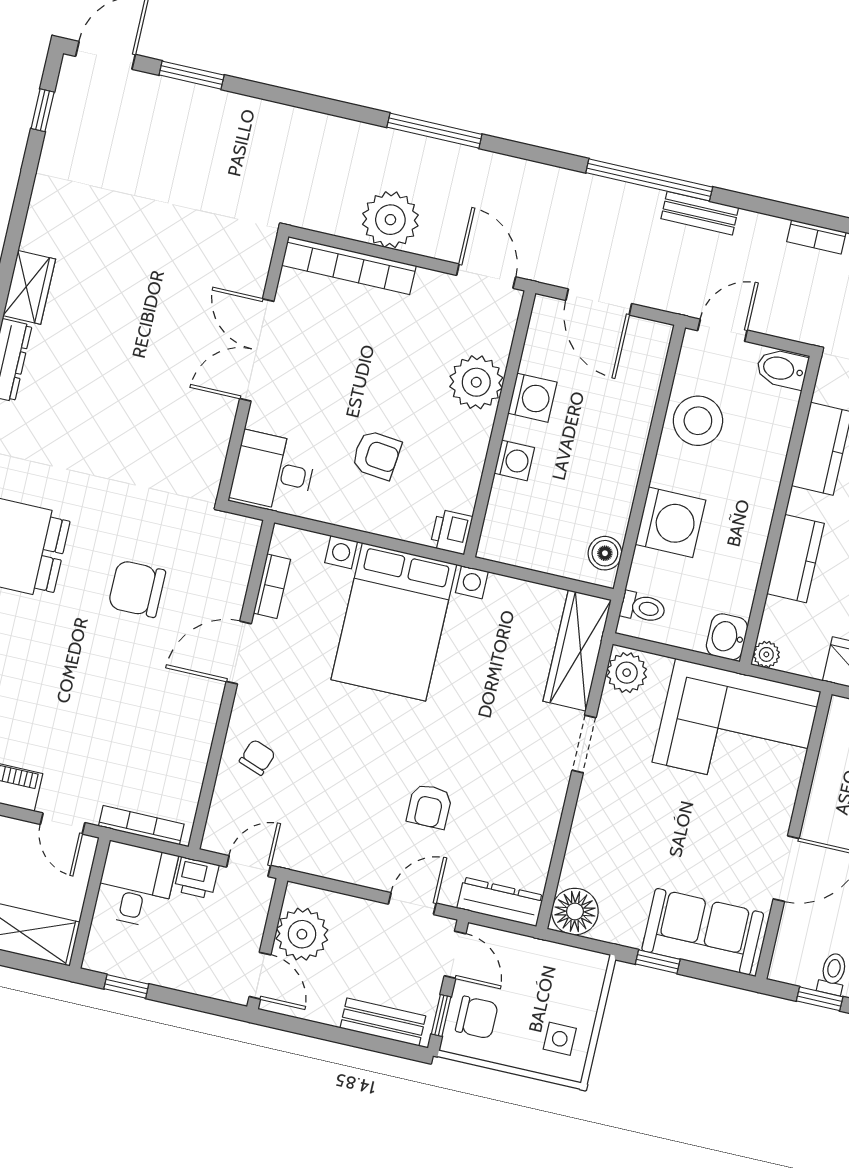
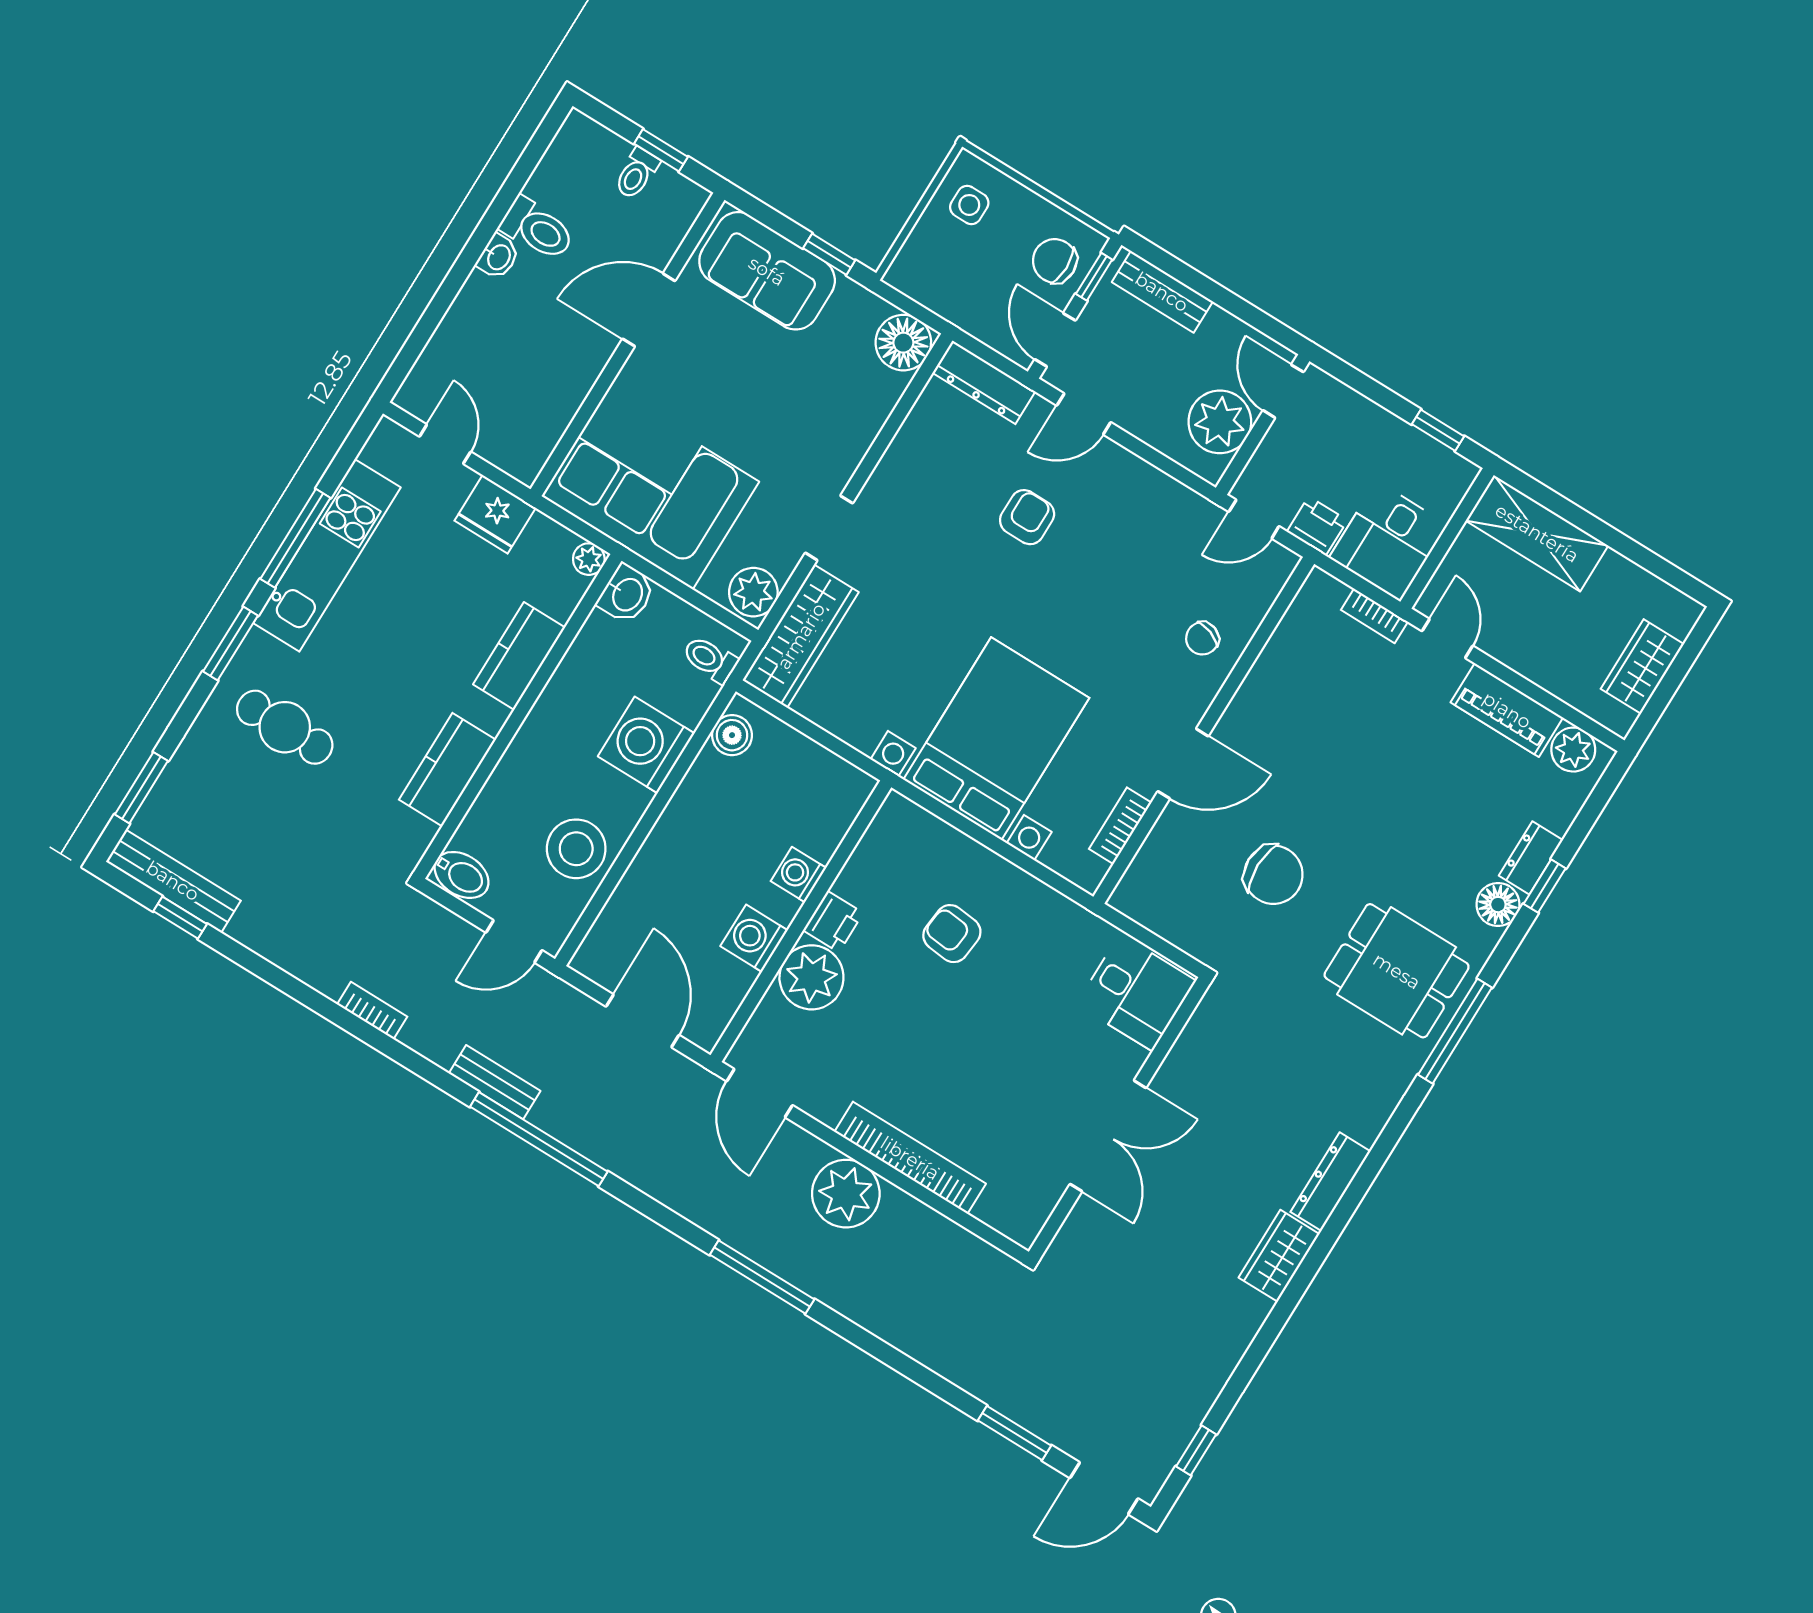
double door: (257, 350) -> (1108, 1136), moved
wall: (253, 367) -> (1119, 1118), moved
desk: (273, 472) -> (1136, 992), moved
printer: (451, 532) -> (833, 922), moved
bookcase: (141, 825) -> (1374, 616), width x0.64

